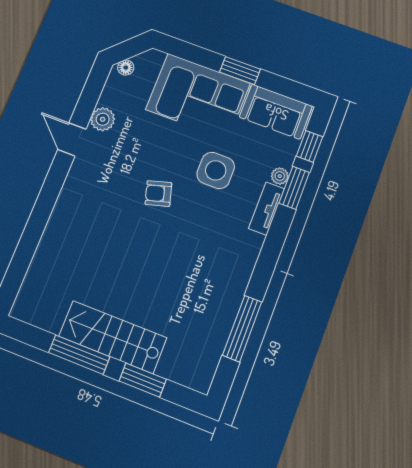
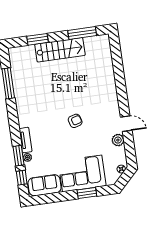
window: (240, 71) -> (87, 193), moved
side table: (216, 170) -> (56, 145), removed
window: (79, 355) -> (82, 33), moved

